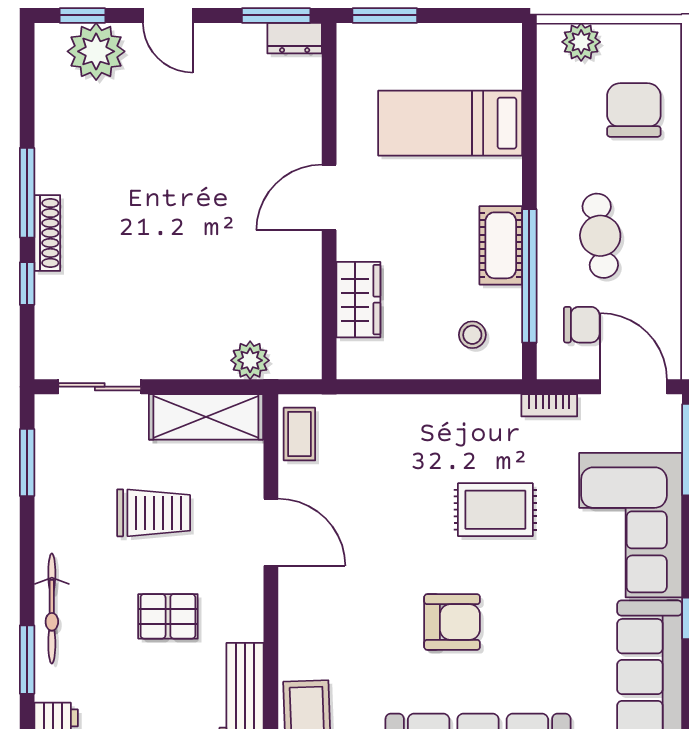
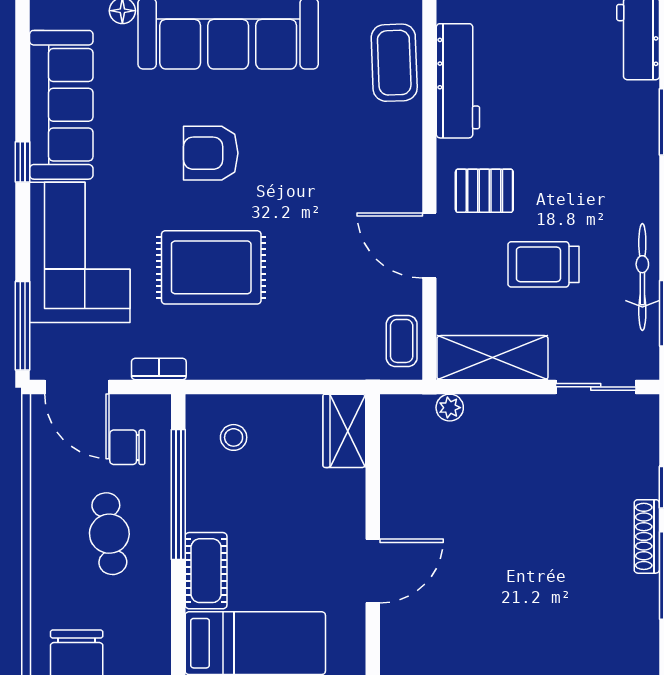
cot: (501, 245) -> (206, 571), moved
wardrobe: (358, 300) -> (344, 431), moved
plant: (250, 360) -> (450, 408), width x0.73, depth x0.73
rug: (495, 510) -> (211, 267), width x1.36, depth x1.43
bicycle: (52, 608) -> (642, 277), moved
pallet: (168, 616) -> (484, 191), moved
armchair: (452, 622) -> (211, 153), moved

